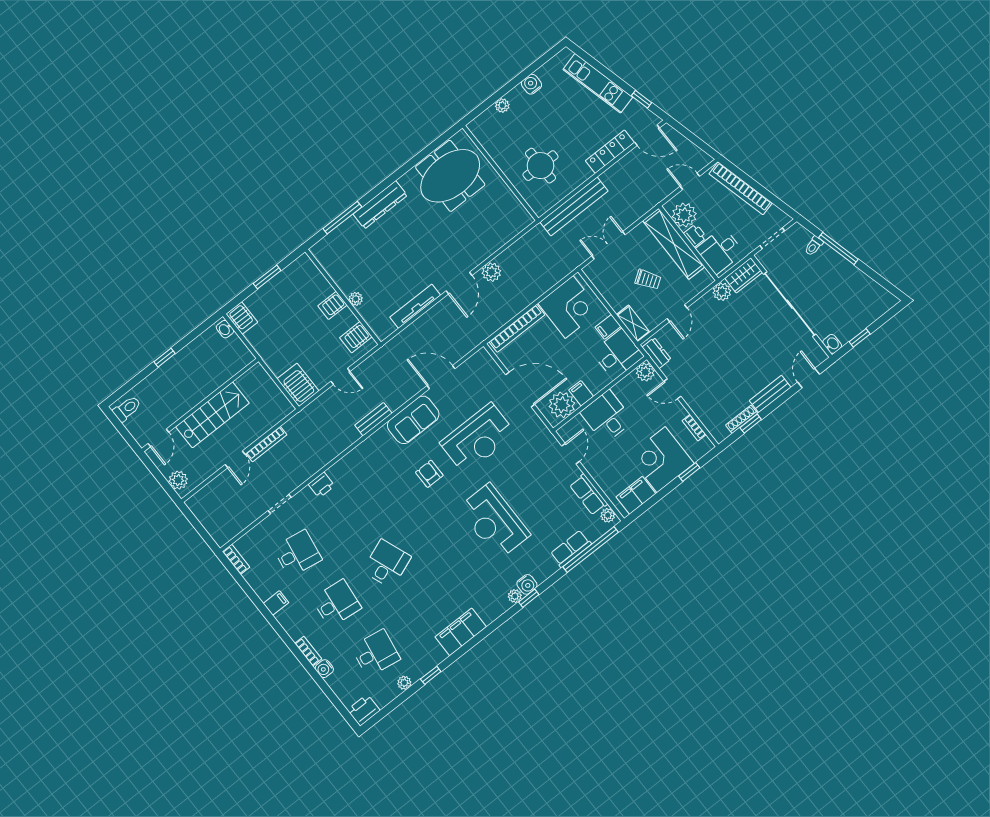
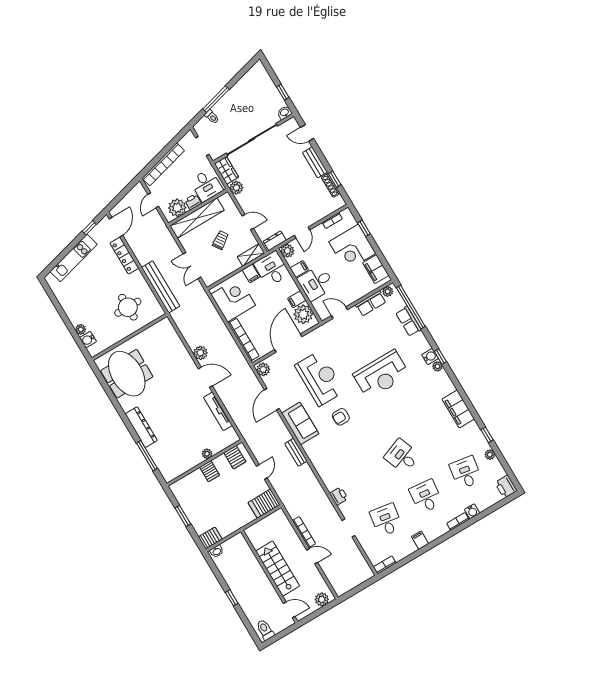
water cooler: (531, 84) -> (88, 340), moved
plant: (480, 360) -> (263, 369), added
filing cabinet: (623, 391) -> (299, 269), added

